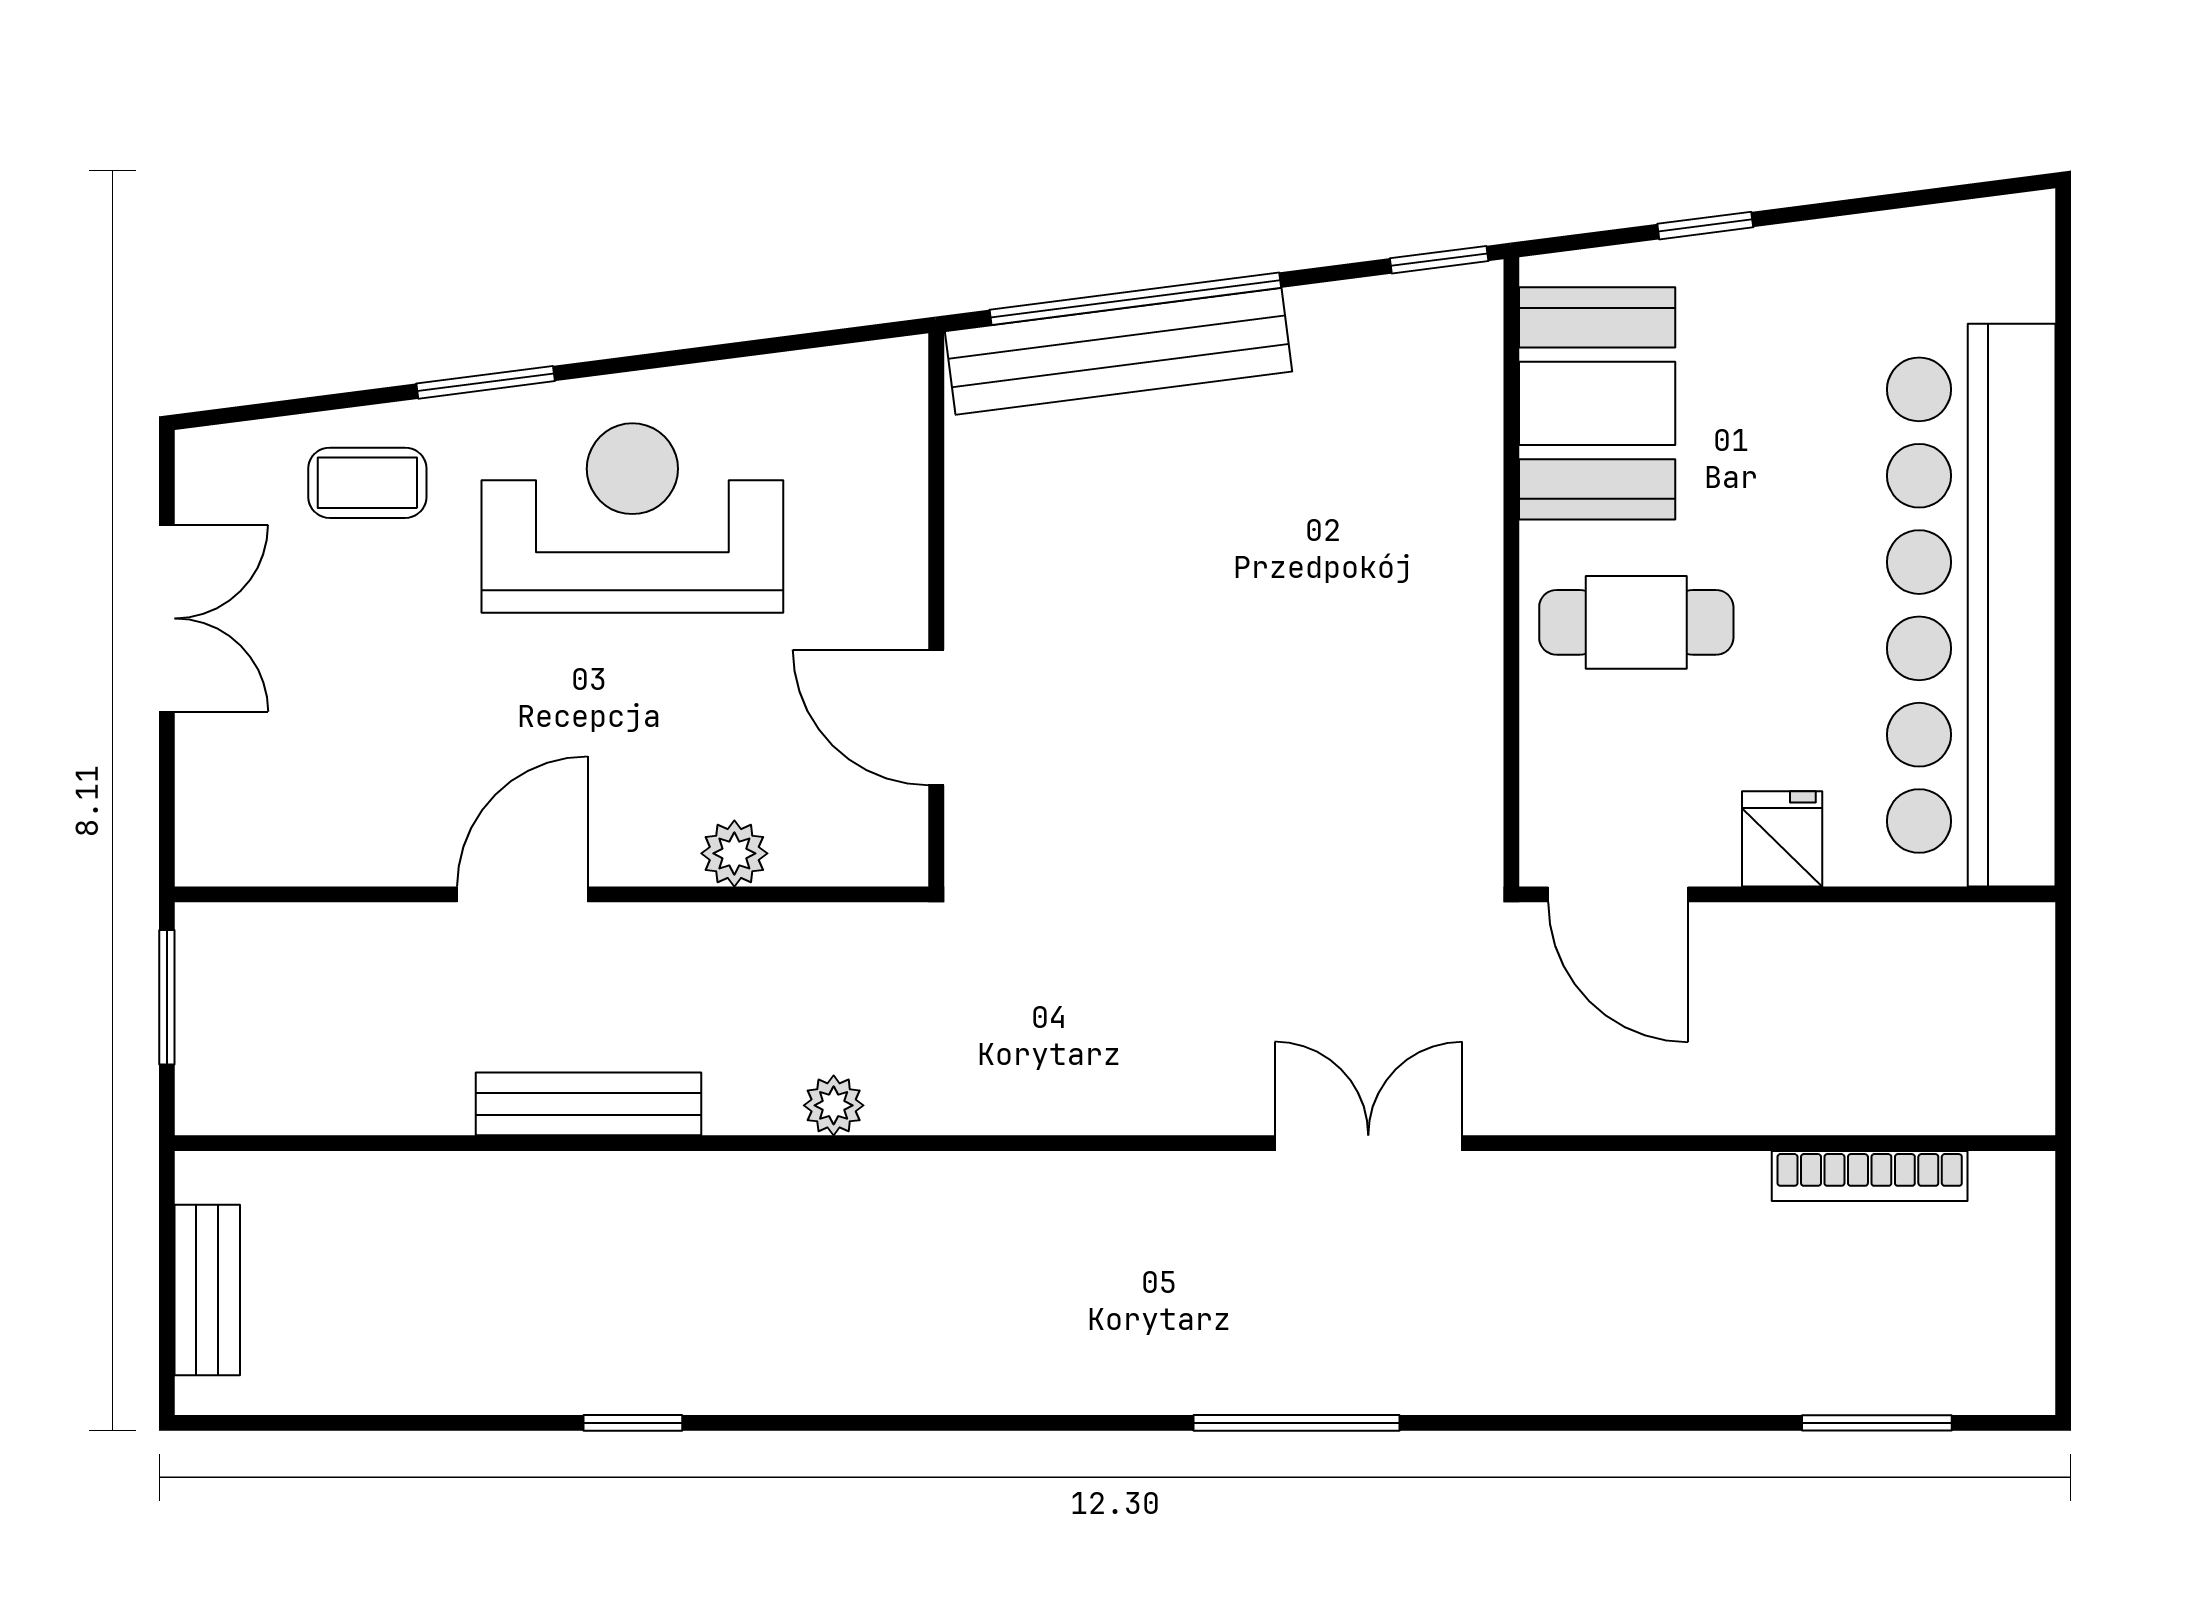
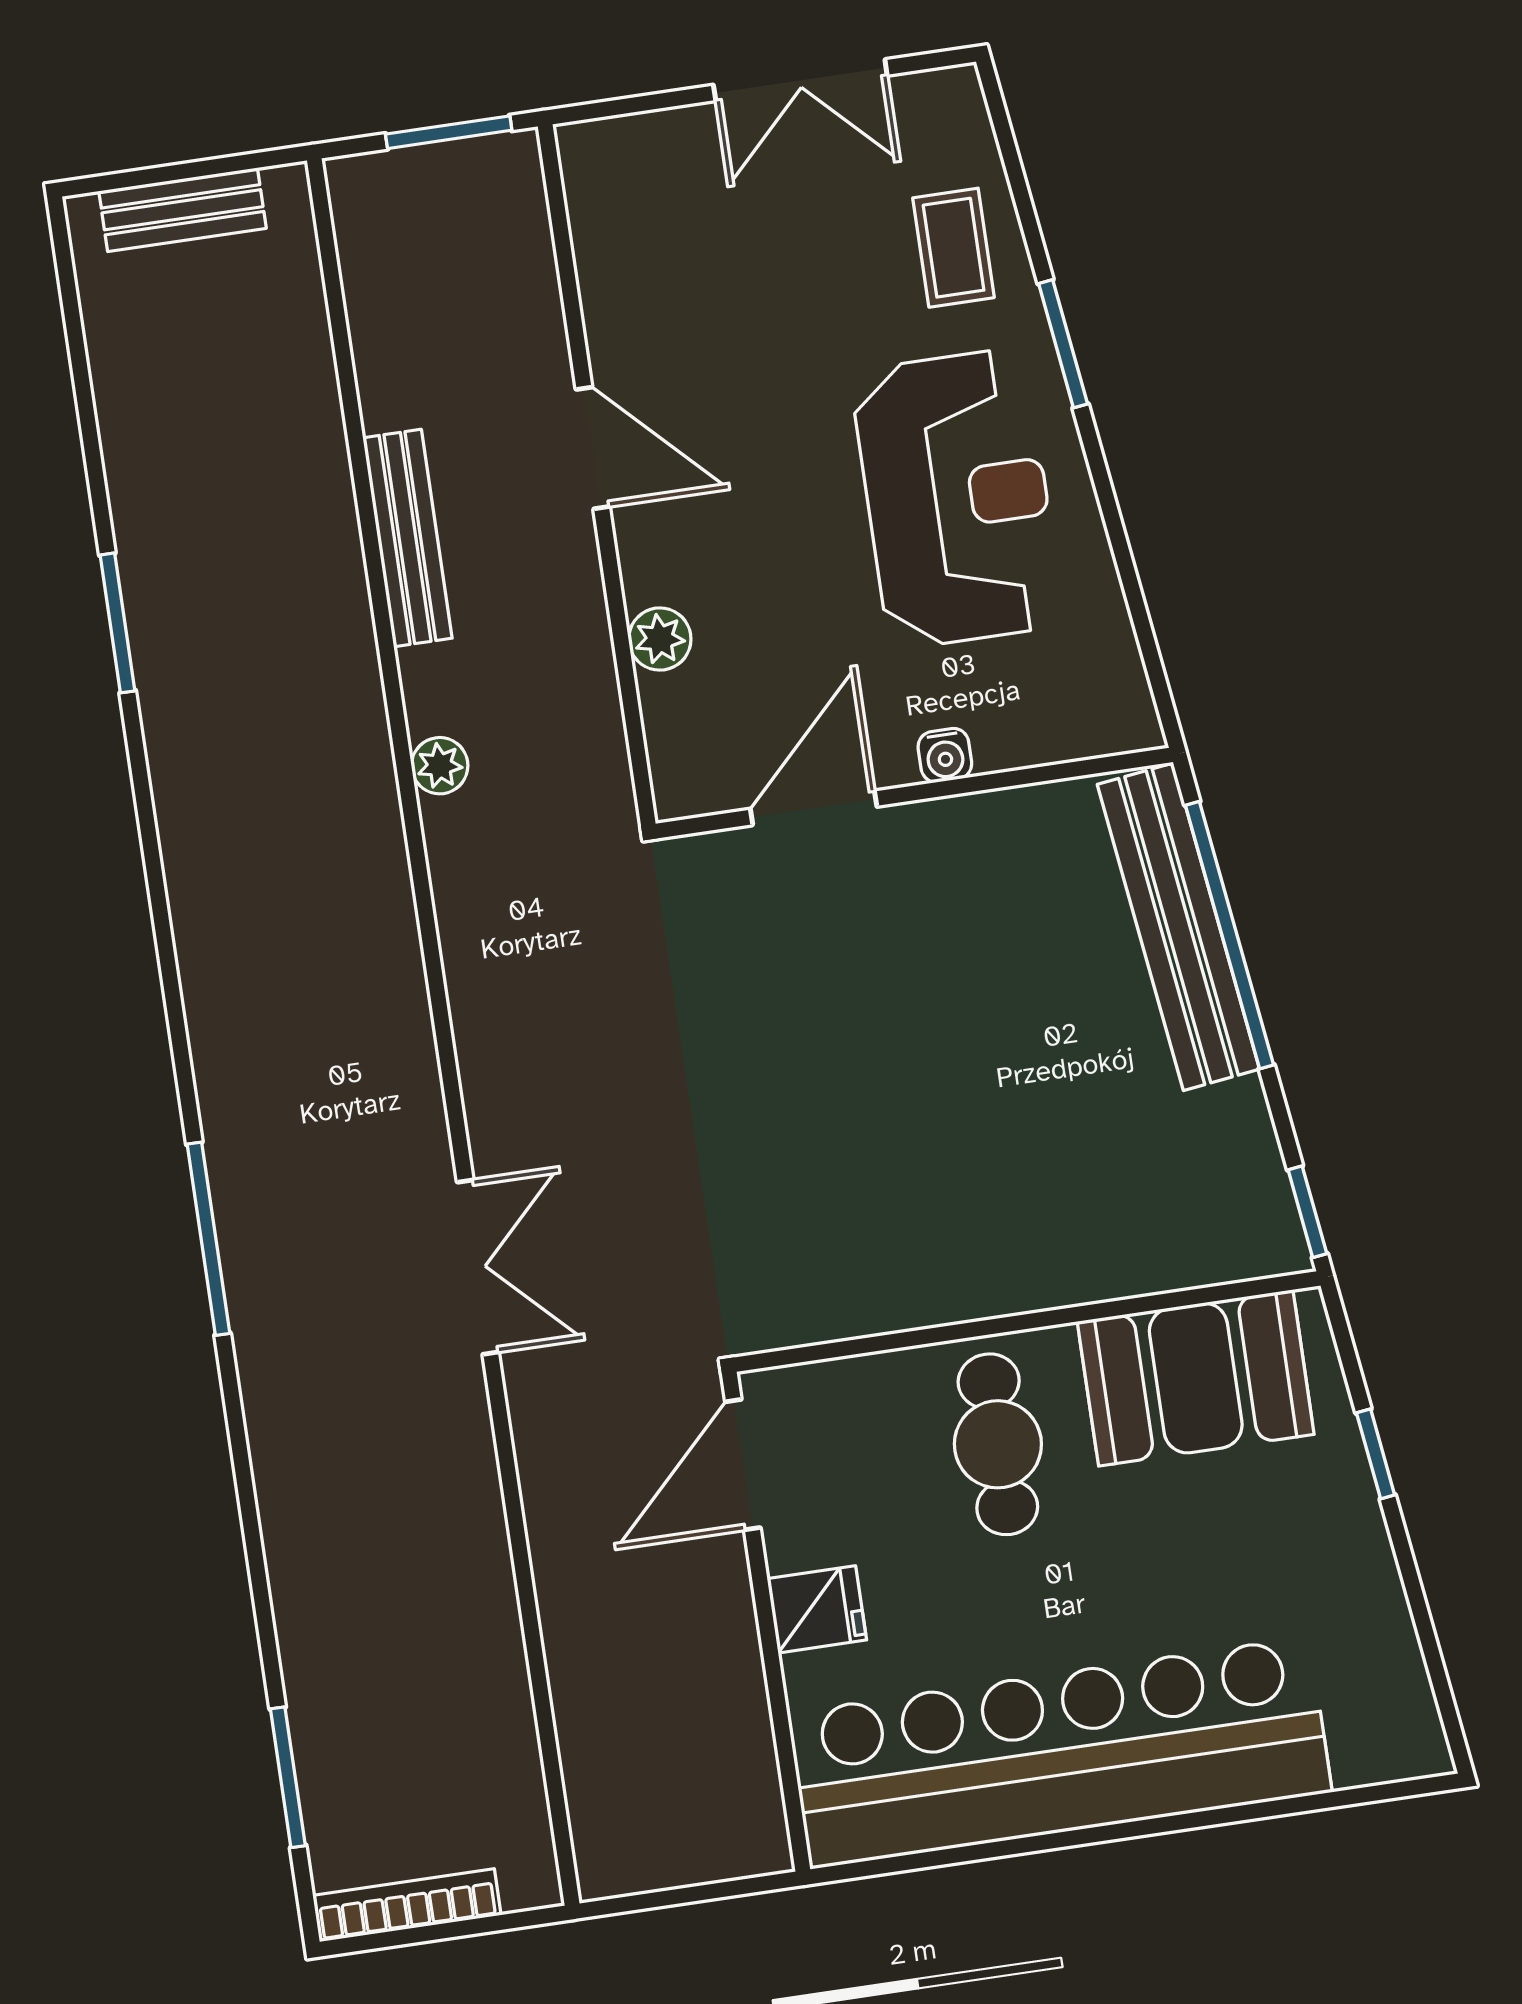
water cooler: (901, 571) -> (945, 755), added
bookcase: (1870, 1176) -> (407, 1905), moved, turned 90
window: (633, 1423) -> (117, 623), width x1.50

